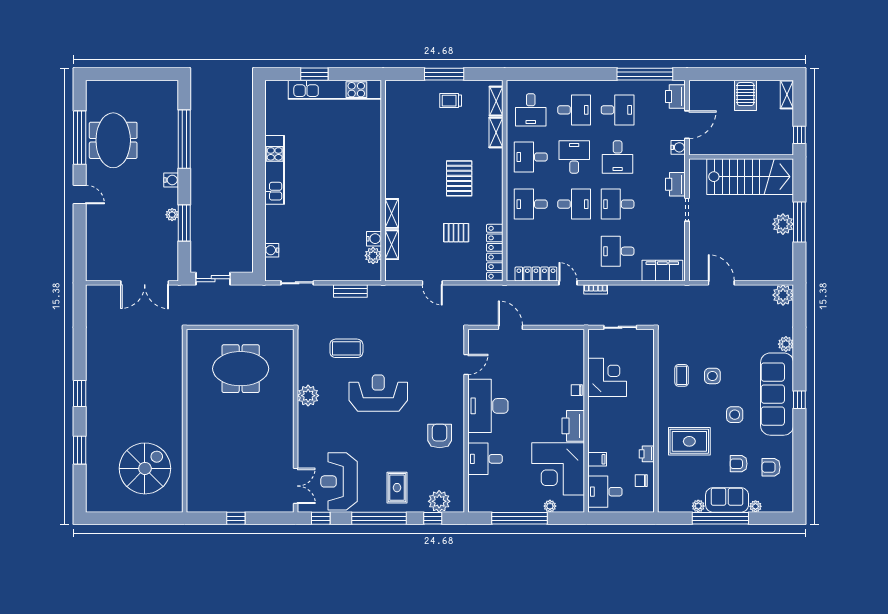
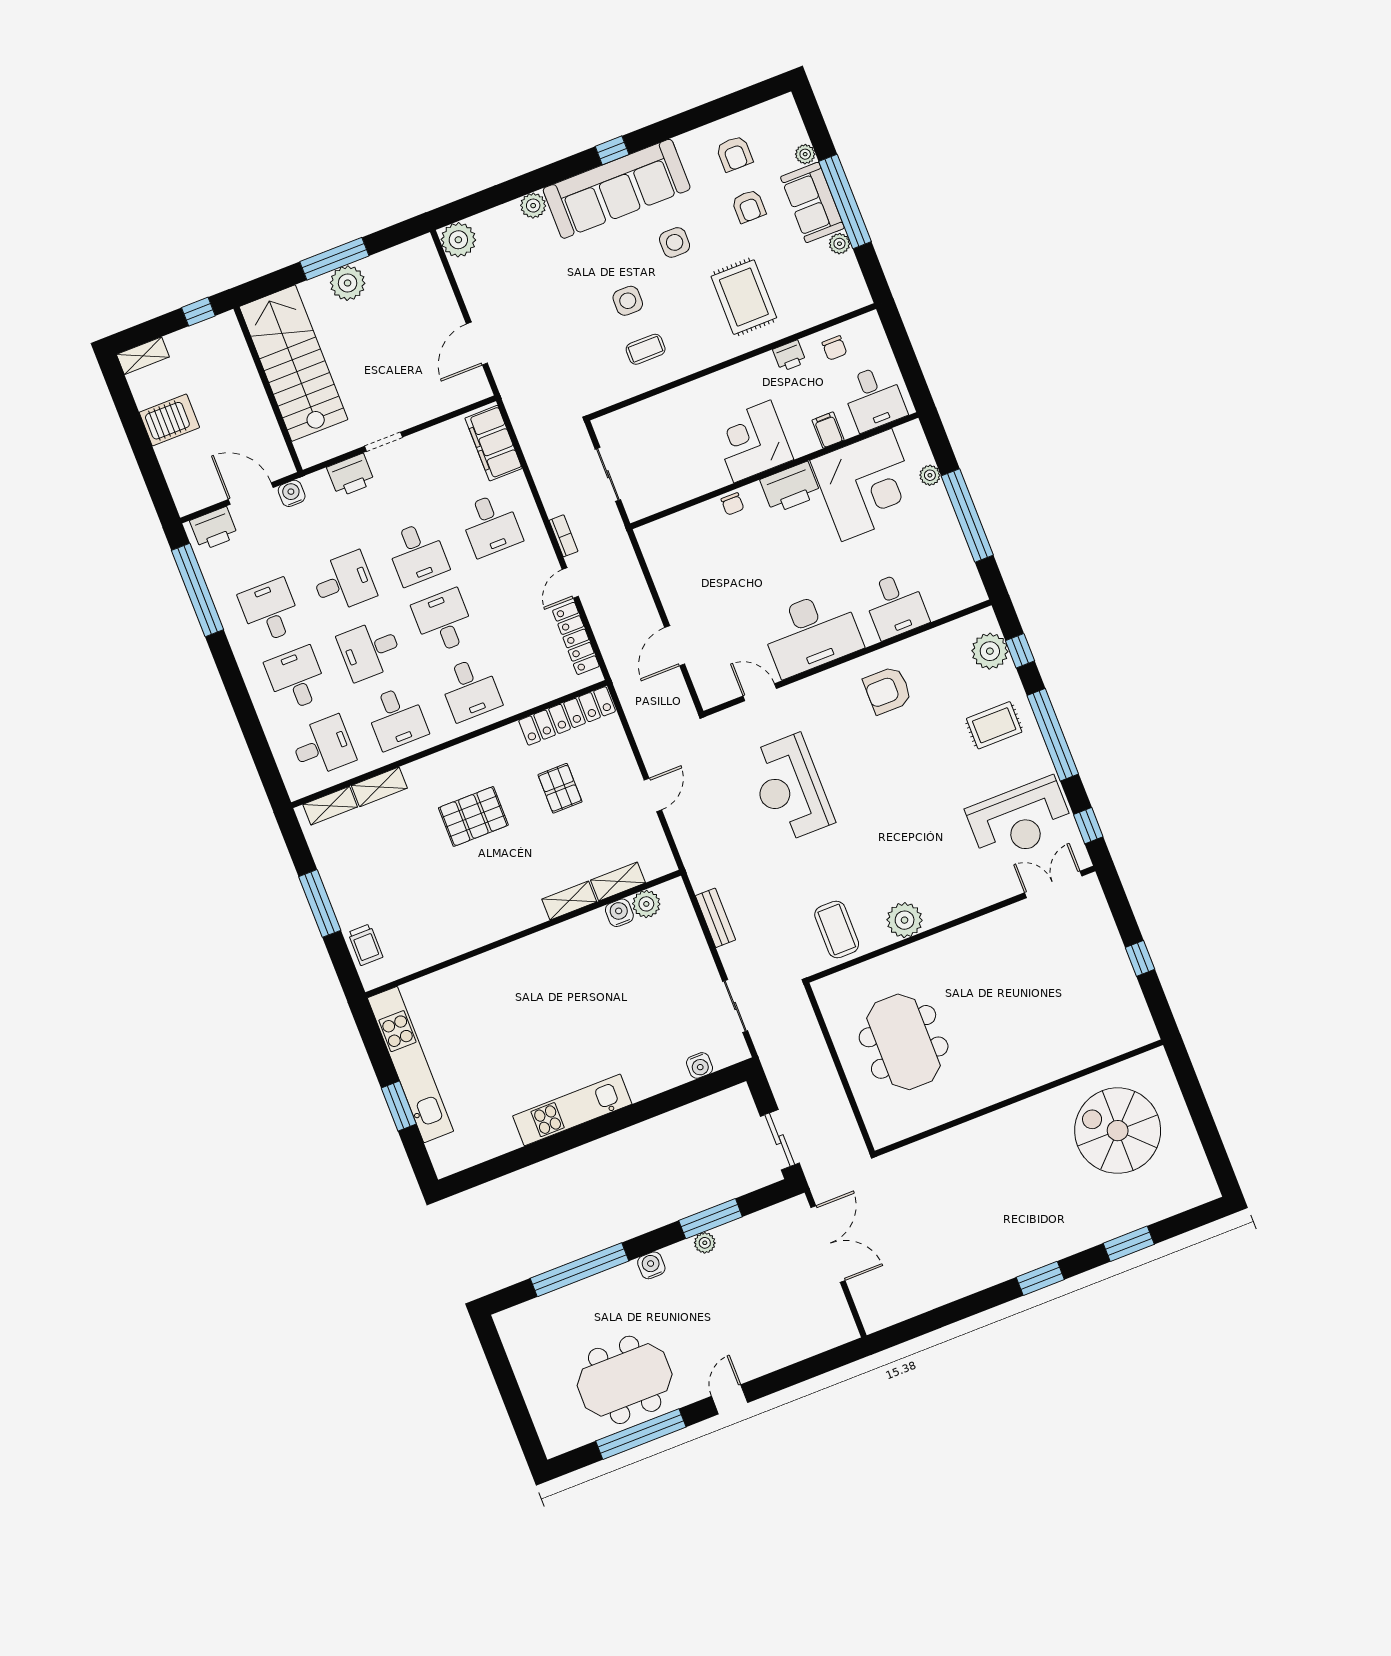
trolley: (451, 101) -> (365, 945), moved
coffee table: (346, 348) -> (837, 929), moved
corner desk: (607, 377) -> (752, 441), moved
reception desk: (378, 393) -> (790, 788), moved

